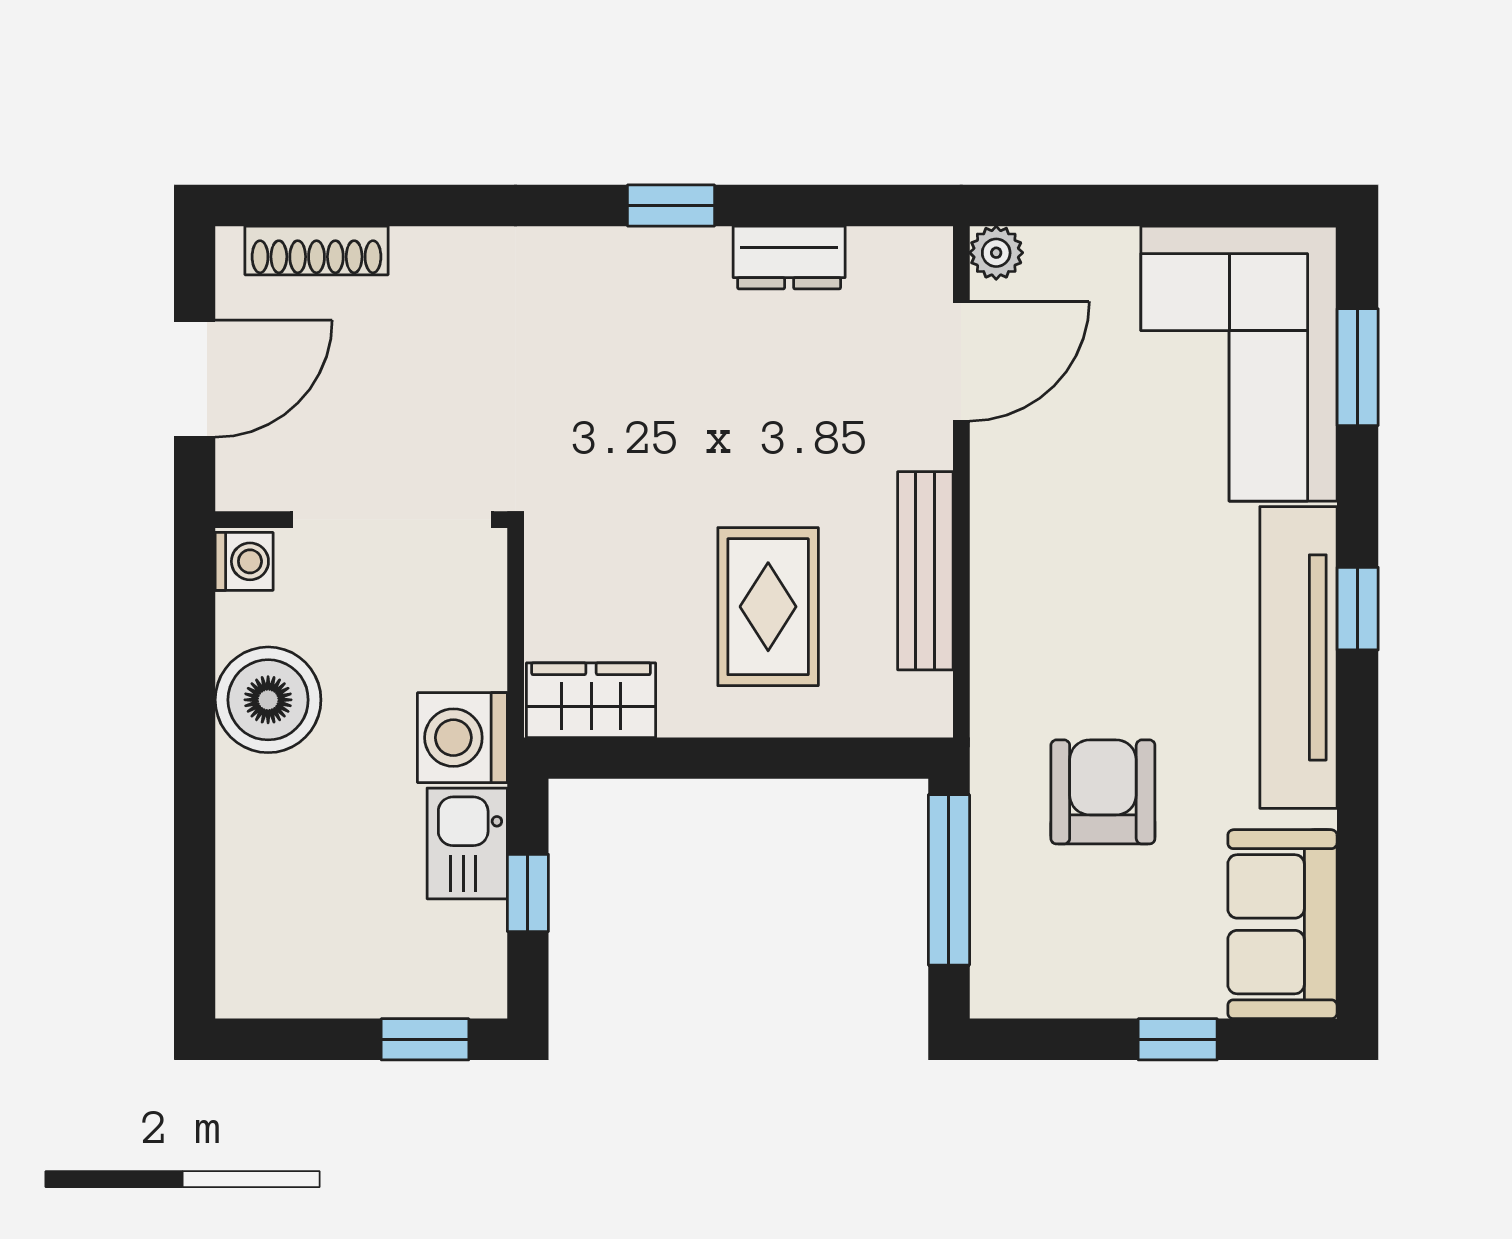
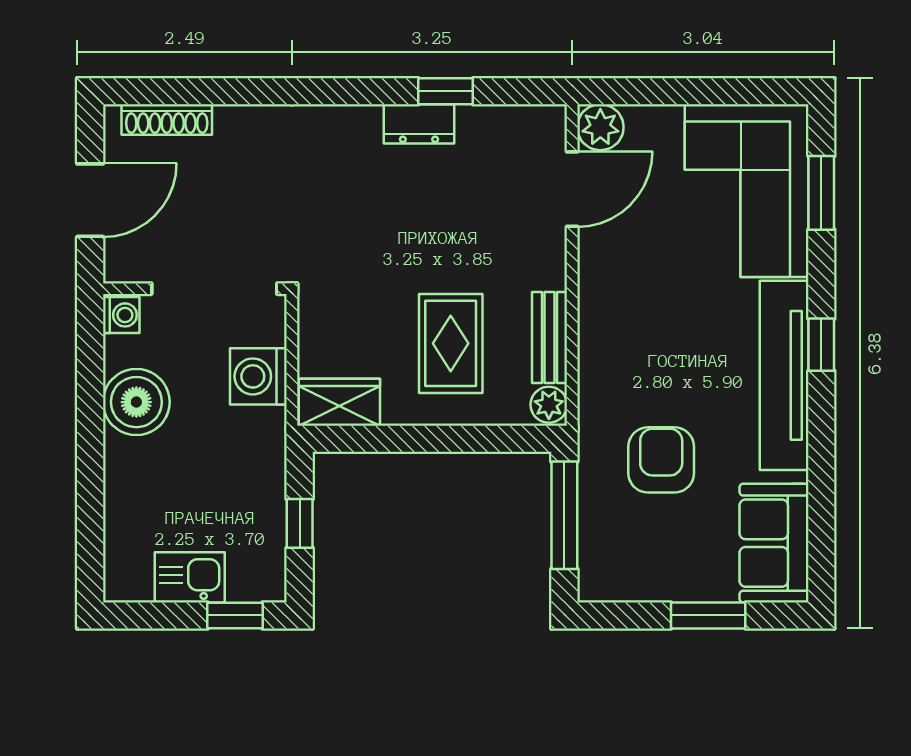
window: (671, 205) -> (446, 91), moved
plant: (996, 253) -> (600, 127), width x1.38, depth x1.38
dresser: (789, 258) -> (419, 124), moved
bench: (925, 571) -> (550, 337), width x0.73
plant: (924, 704) -> (549, 405), added
washing machine: (462, 738) -> (258, 376), moved
kitchen sink: (467, 843) -> (190, 577), moved, turned 90
window: (1178, 1039) -> (708, 615), width x1.50

